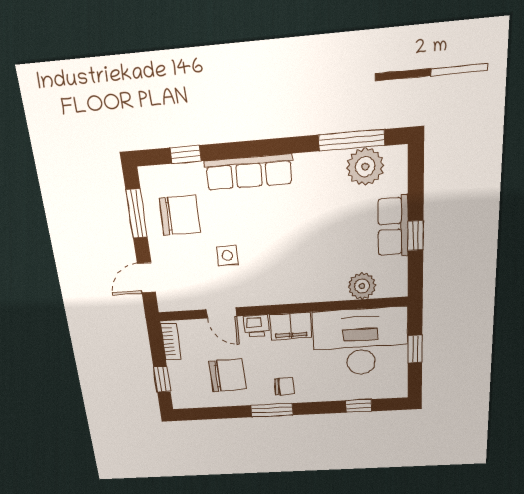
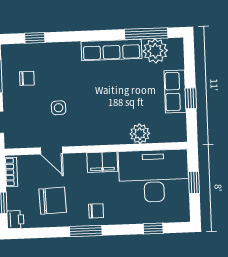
row of seats: (249, 172) -> (111, 50), moved
chair: (180, 215) -> (27, 78), width x0.54, depth x0.54
plant: (362, 286) -> (140, 134), moved
printer: (256, 326) -> (15, 220), moved, turned -90

